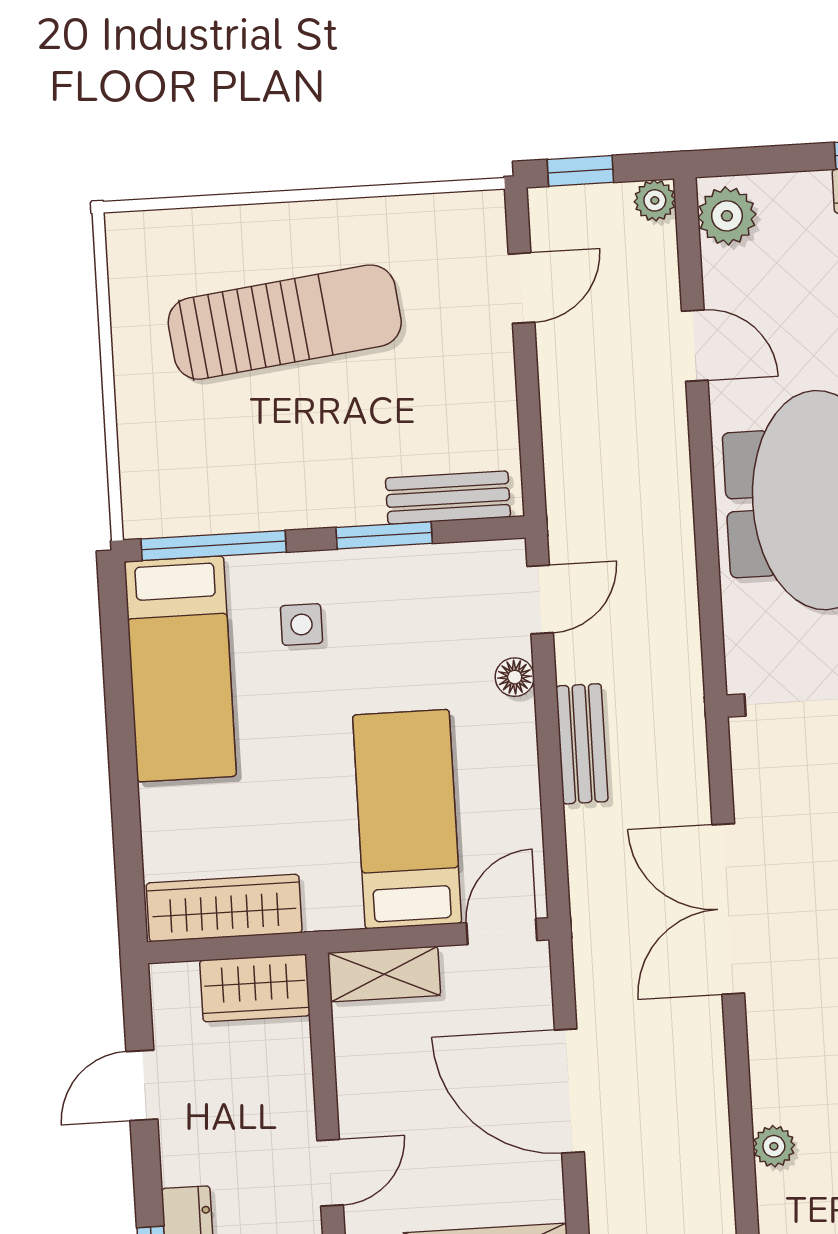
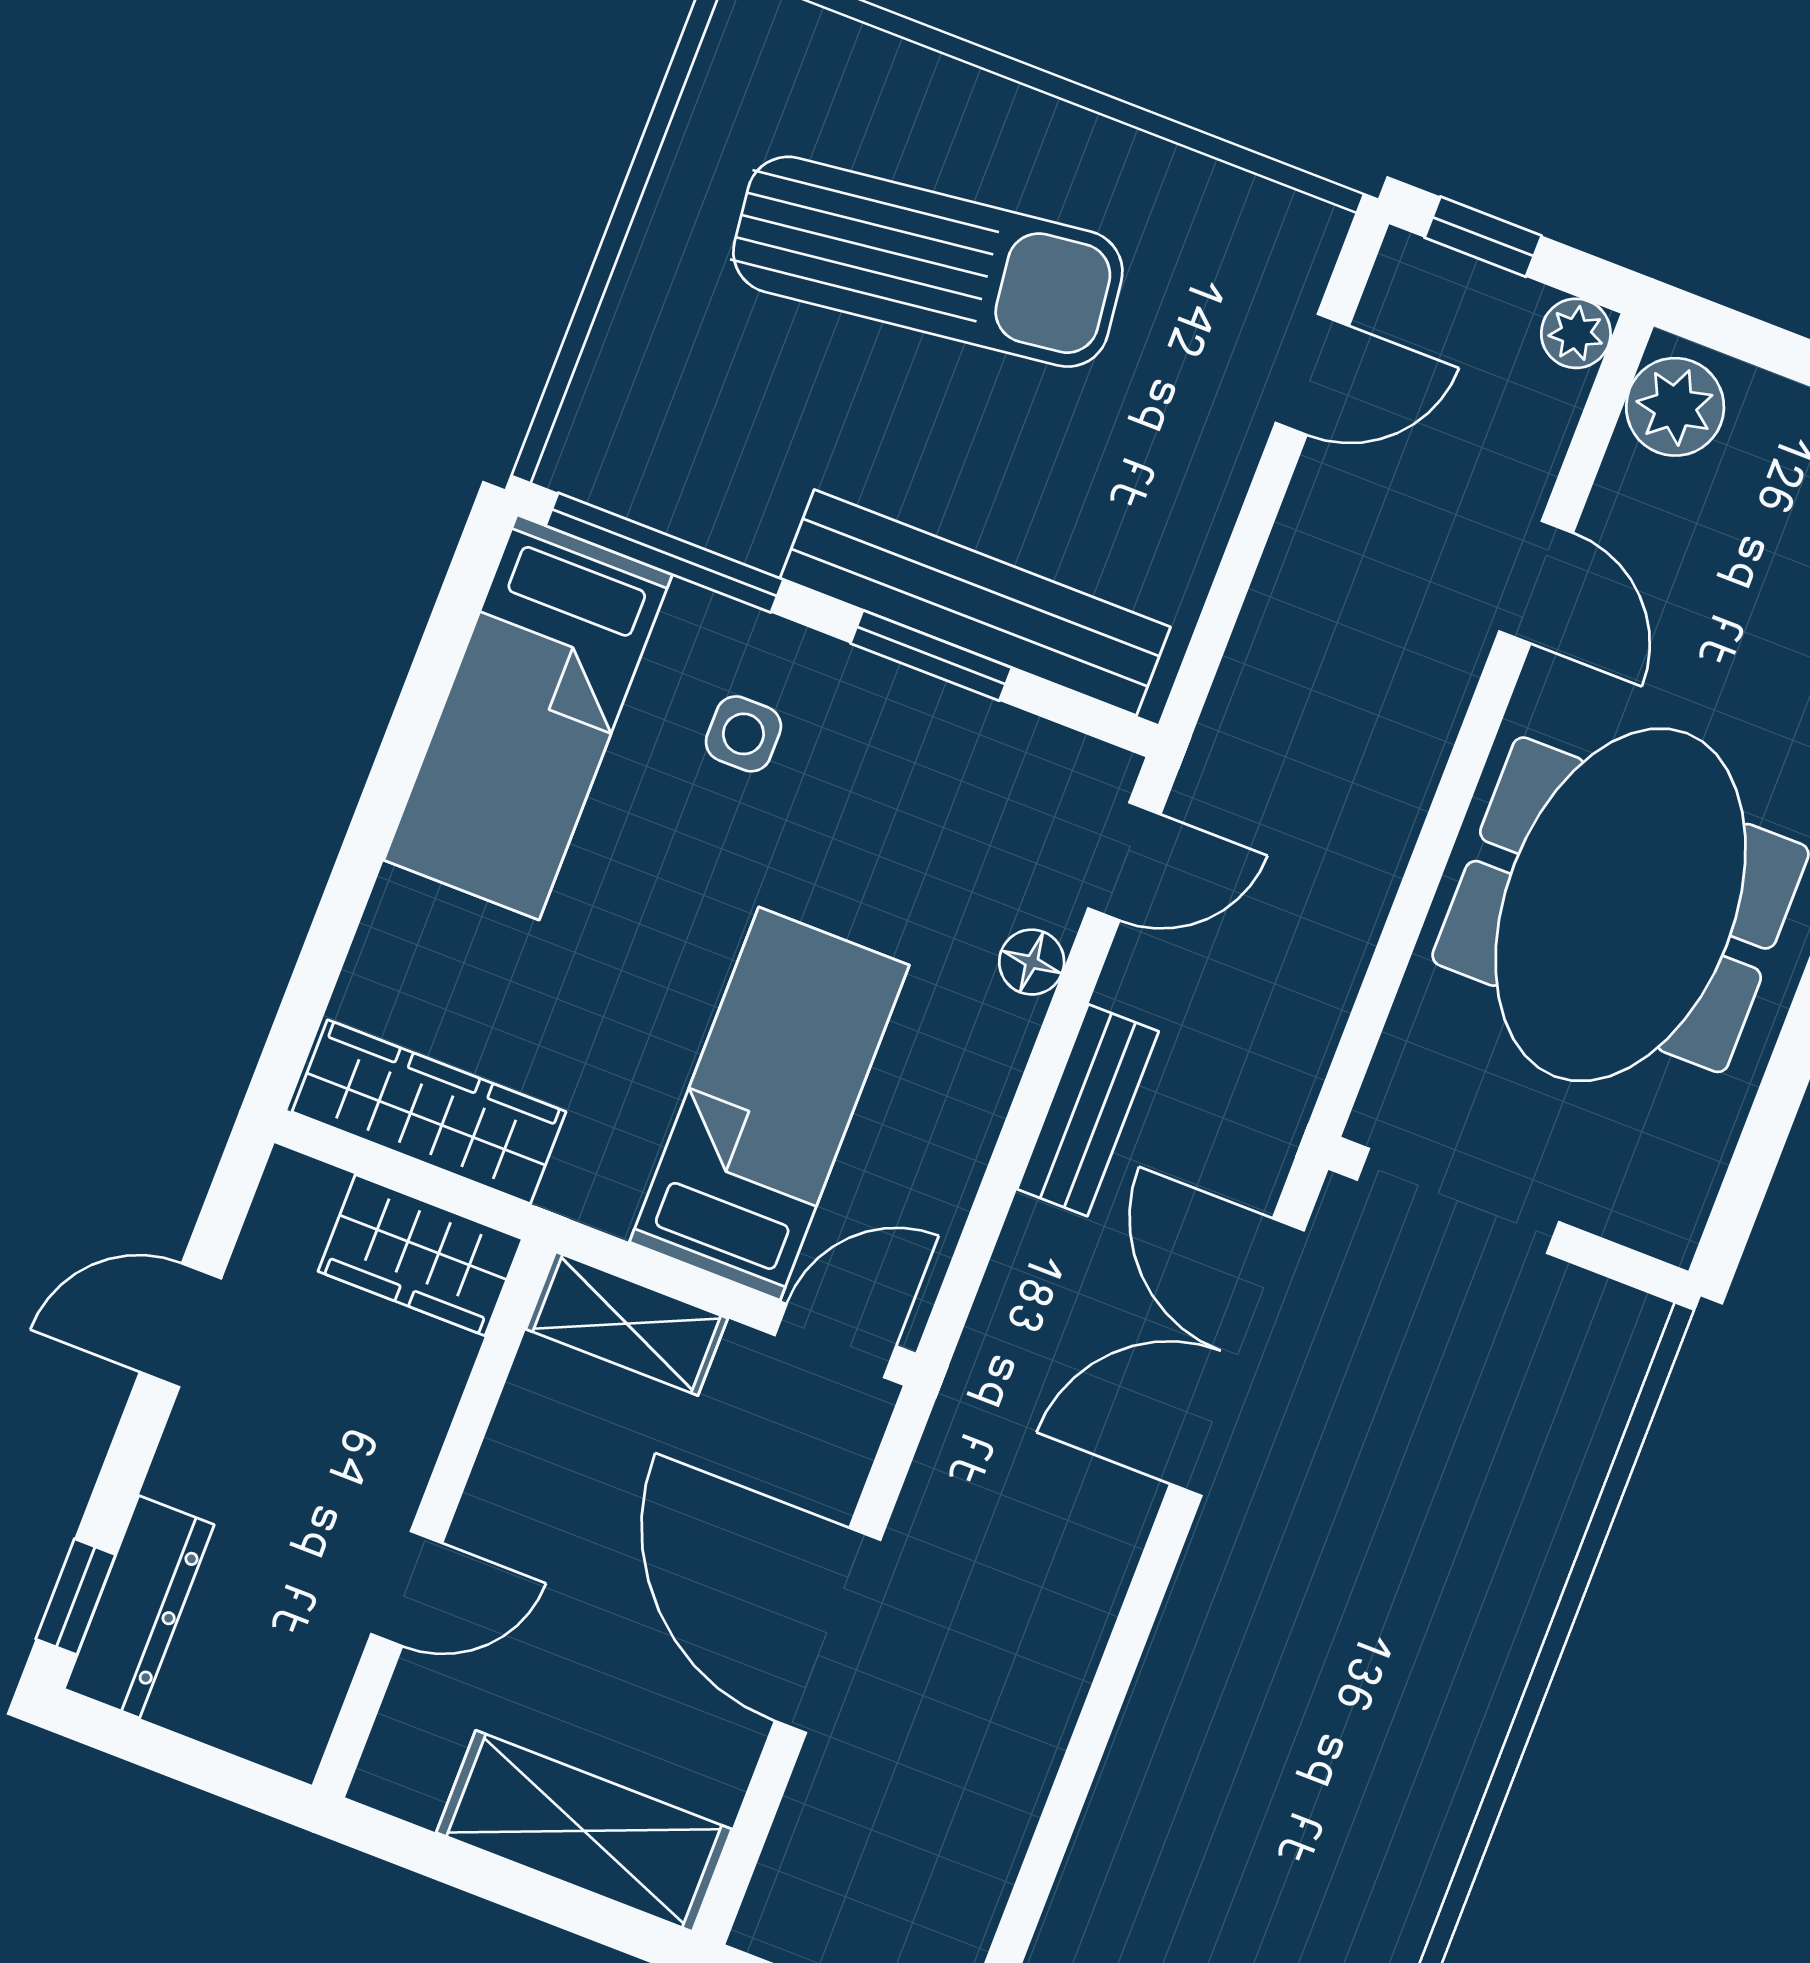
bench: (448, 498) -> (975, 603), width x1.86, depth x1.21
double door: (728, 909) -> (1237, 1357), moved
plant: (774, 1146) -> (1101, 1856), removed

